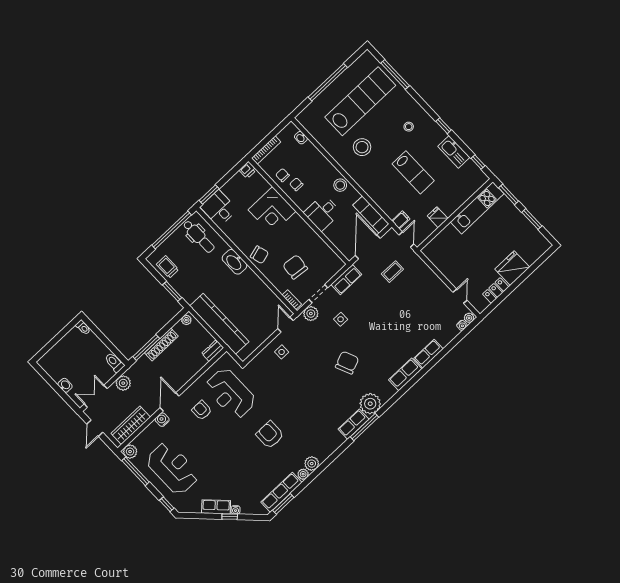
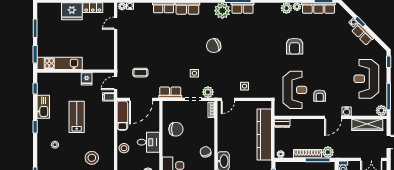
chair: (295, 267) -> (176, 129), moved, turned -96
plant: (123, 383) -> (328, 152), moved

